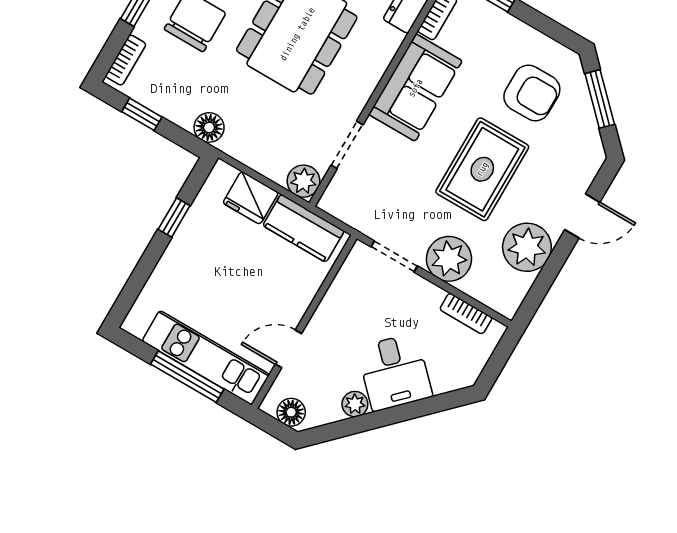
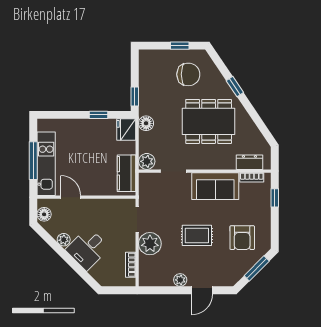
bookcase: (126, 60) -> (154, 54), removed
window: (142, 114) -> (135, 96), moved
floor lamp: (209, 127) -> (146, 123), moved
rug: (482, 169) -> (197, 235), width x0.73, depth x0.70
fridge: (251, 198) -> (126, 130), moved
door: (582, 216) -> (202, 290), hinge flipped
plant: (527, 247) -> (180, 280), width x0.53, depth x0.53

